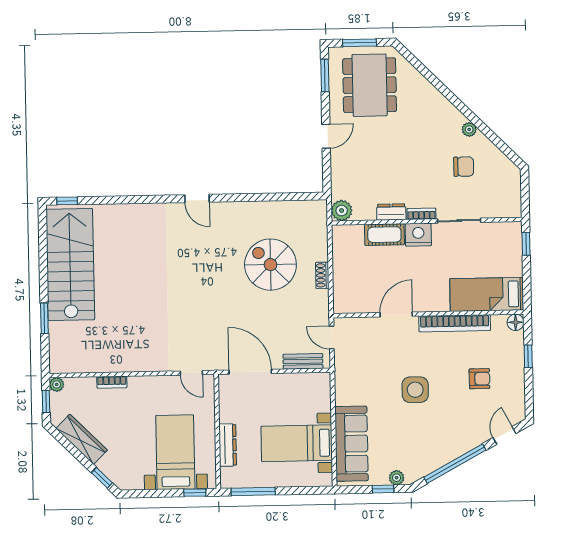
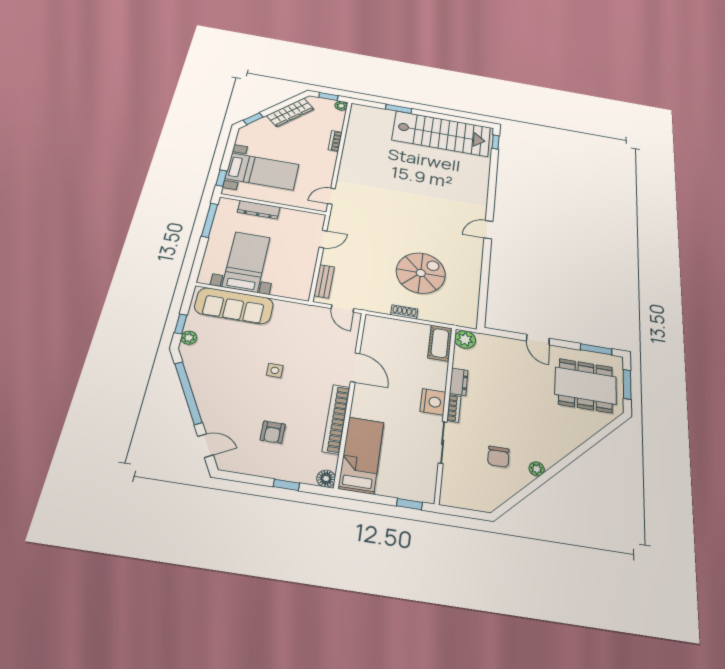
cot: (384, 235) -> (440, 343), moved
door: (332, 338) -> (342, 309), swing flipped
door: (250, 372) -> (323, 239), width x0.53
side table: (415, 390) -> (275, 370), width x0.54, depth x0.54

